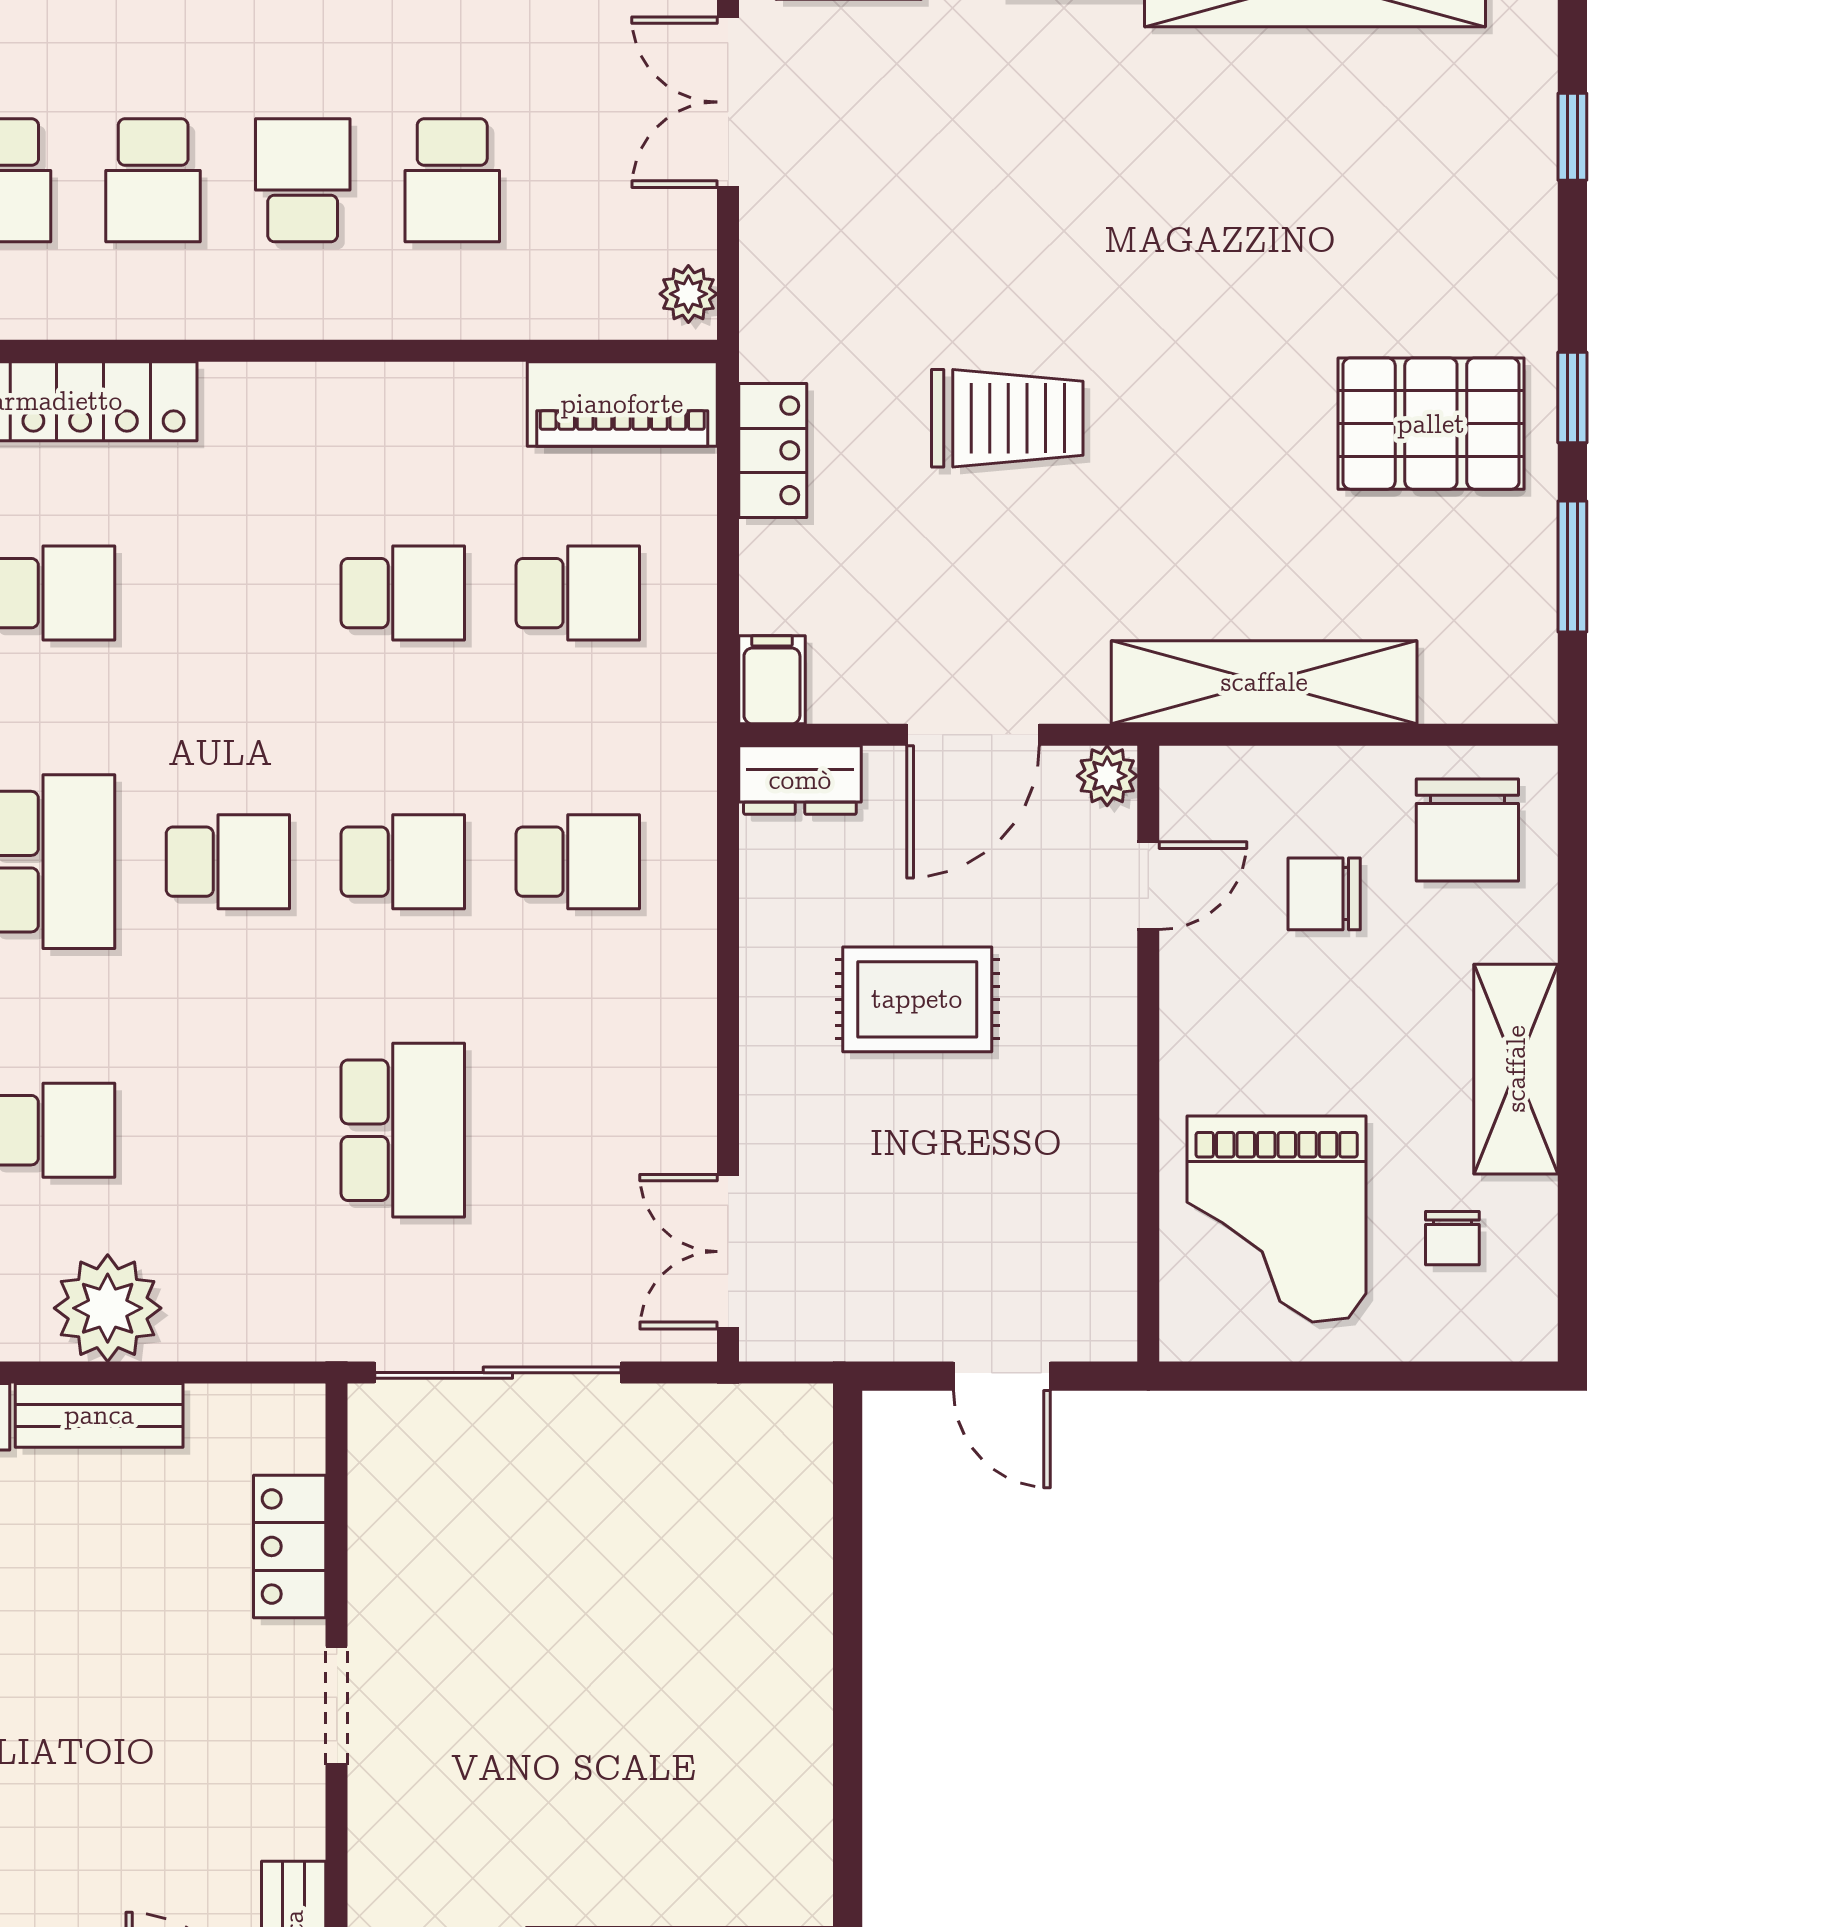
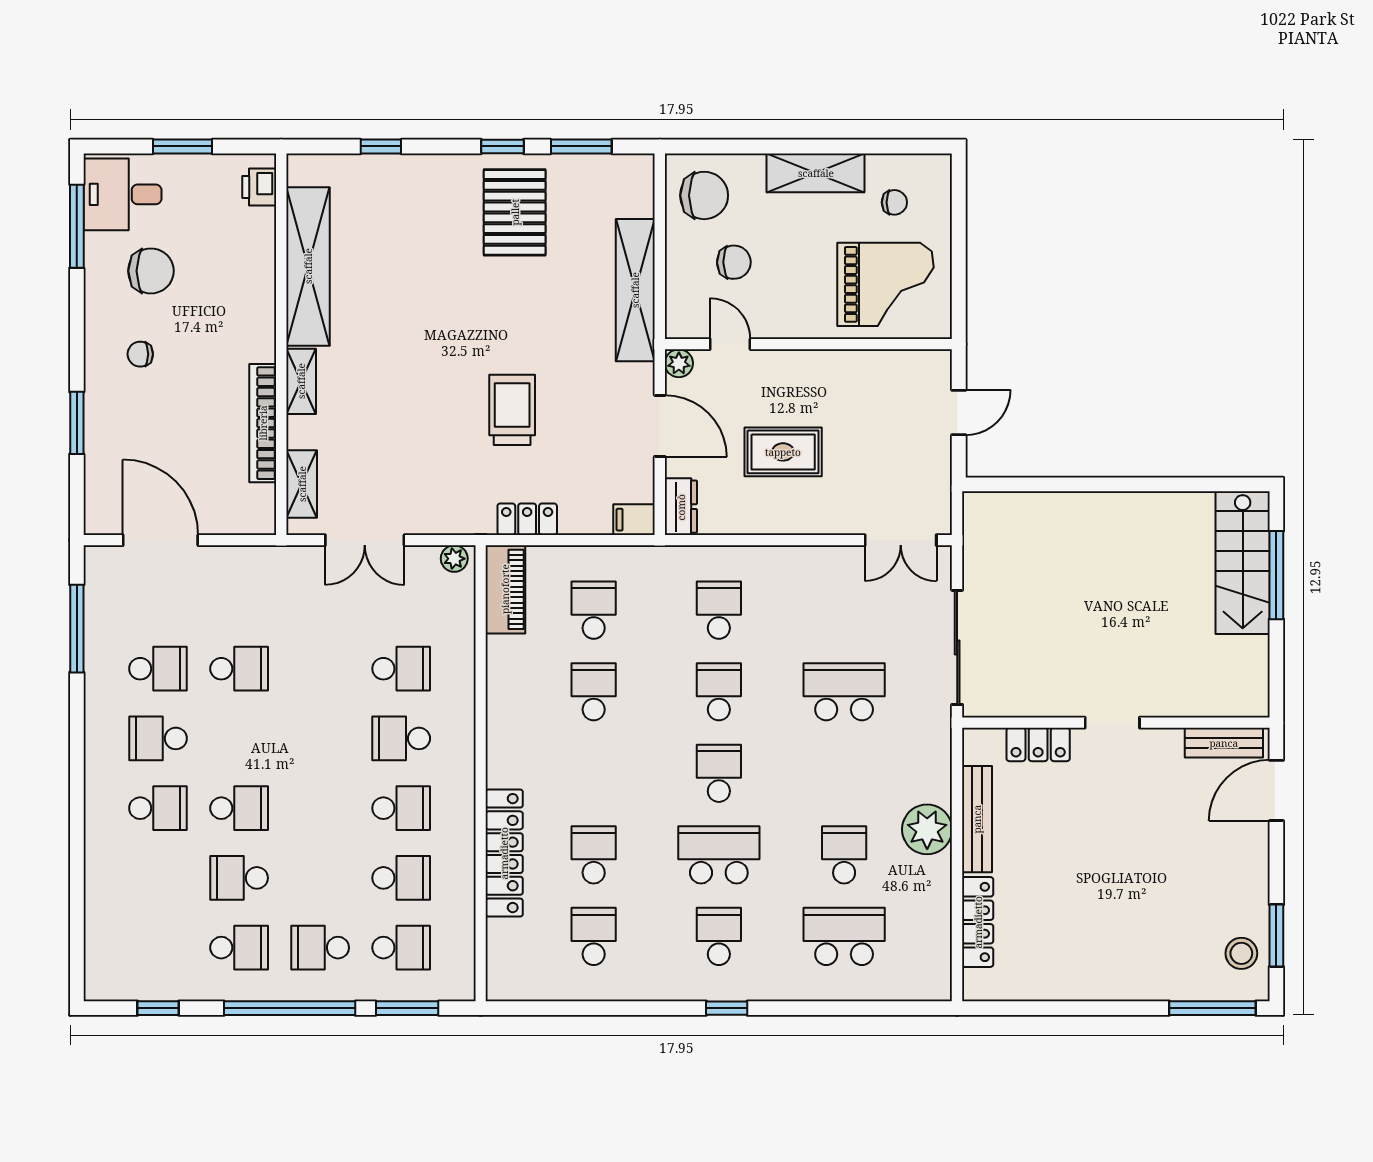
chair: (1324, 894) -> (734, 262), turned -91
rug: (917, 999) -> (783, 452), turned 90
bench: (99, 1415) -> (977, 819), width x1.36

